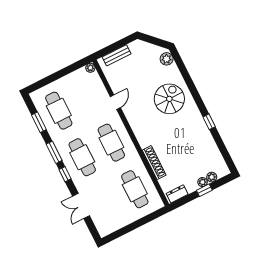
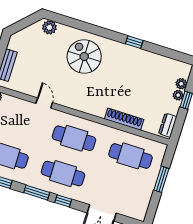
window: (139, 223) -> (161, 179), added

